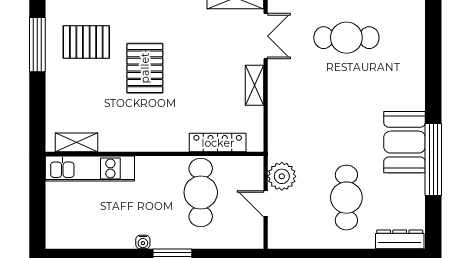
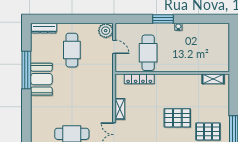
pallet: (145, 68) -> (177, 118), turned 90
kitchen unit: (90, 168) -> (206, 65), removed
plant: (282, 176) -> (106, 31), moved

